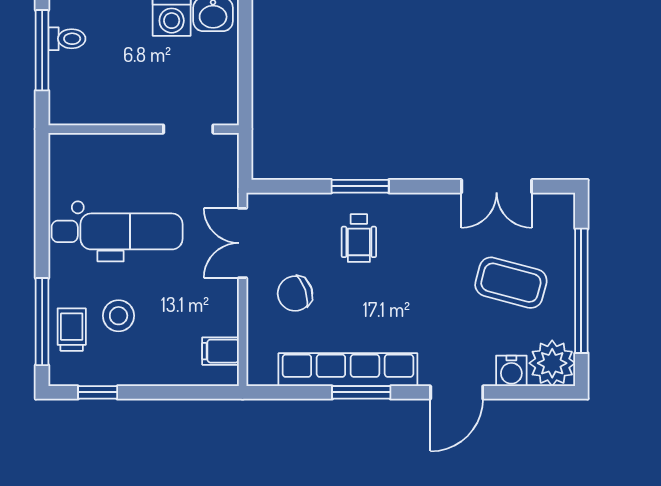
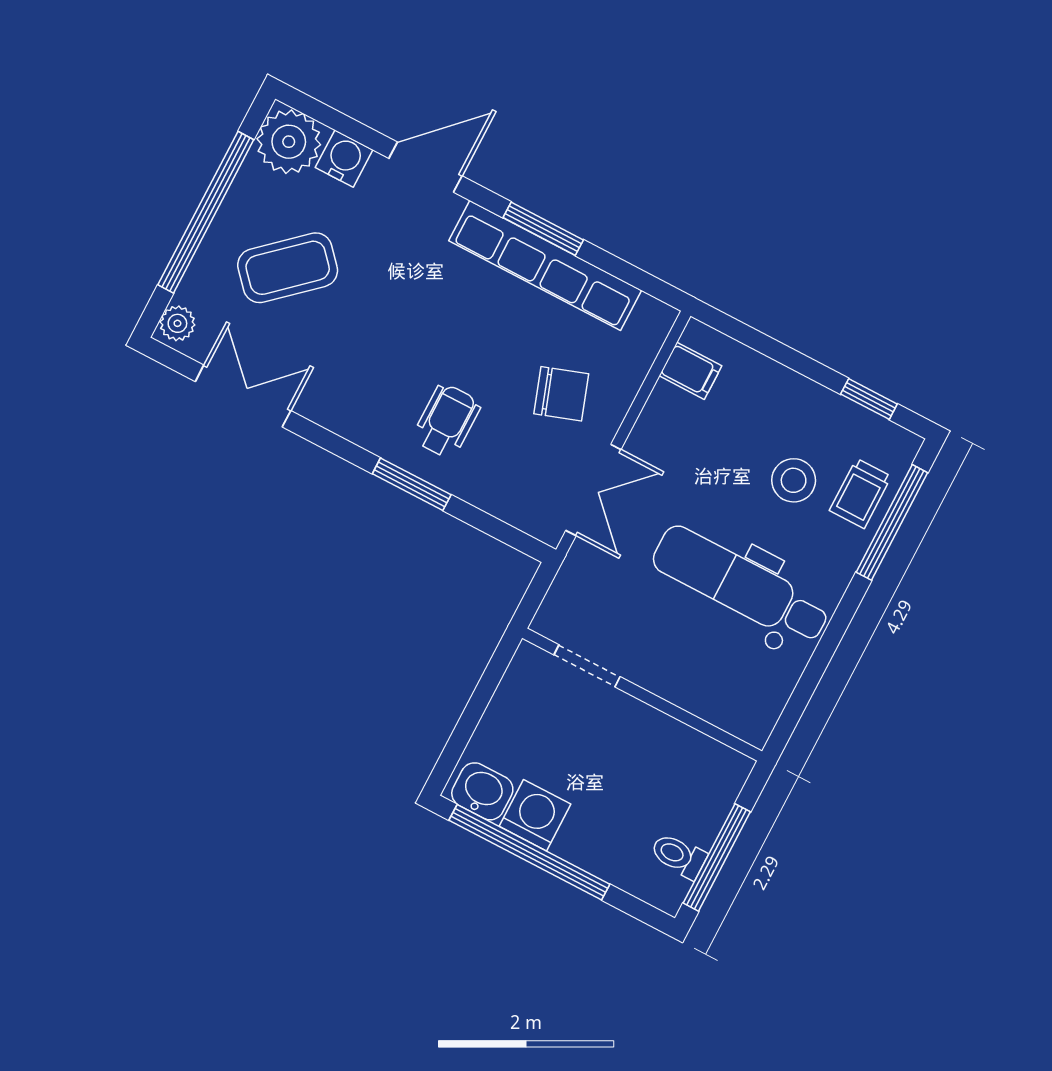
plant: (563, 211) -> (177, 323), added
coffee table: (511, 283) -> (288, 268), turned -57

